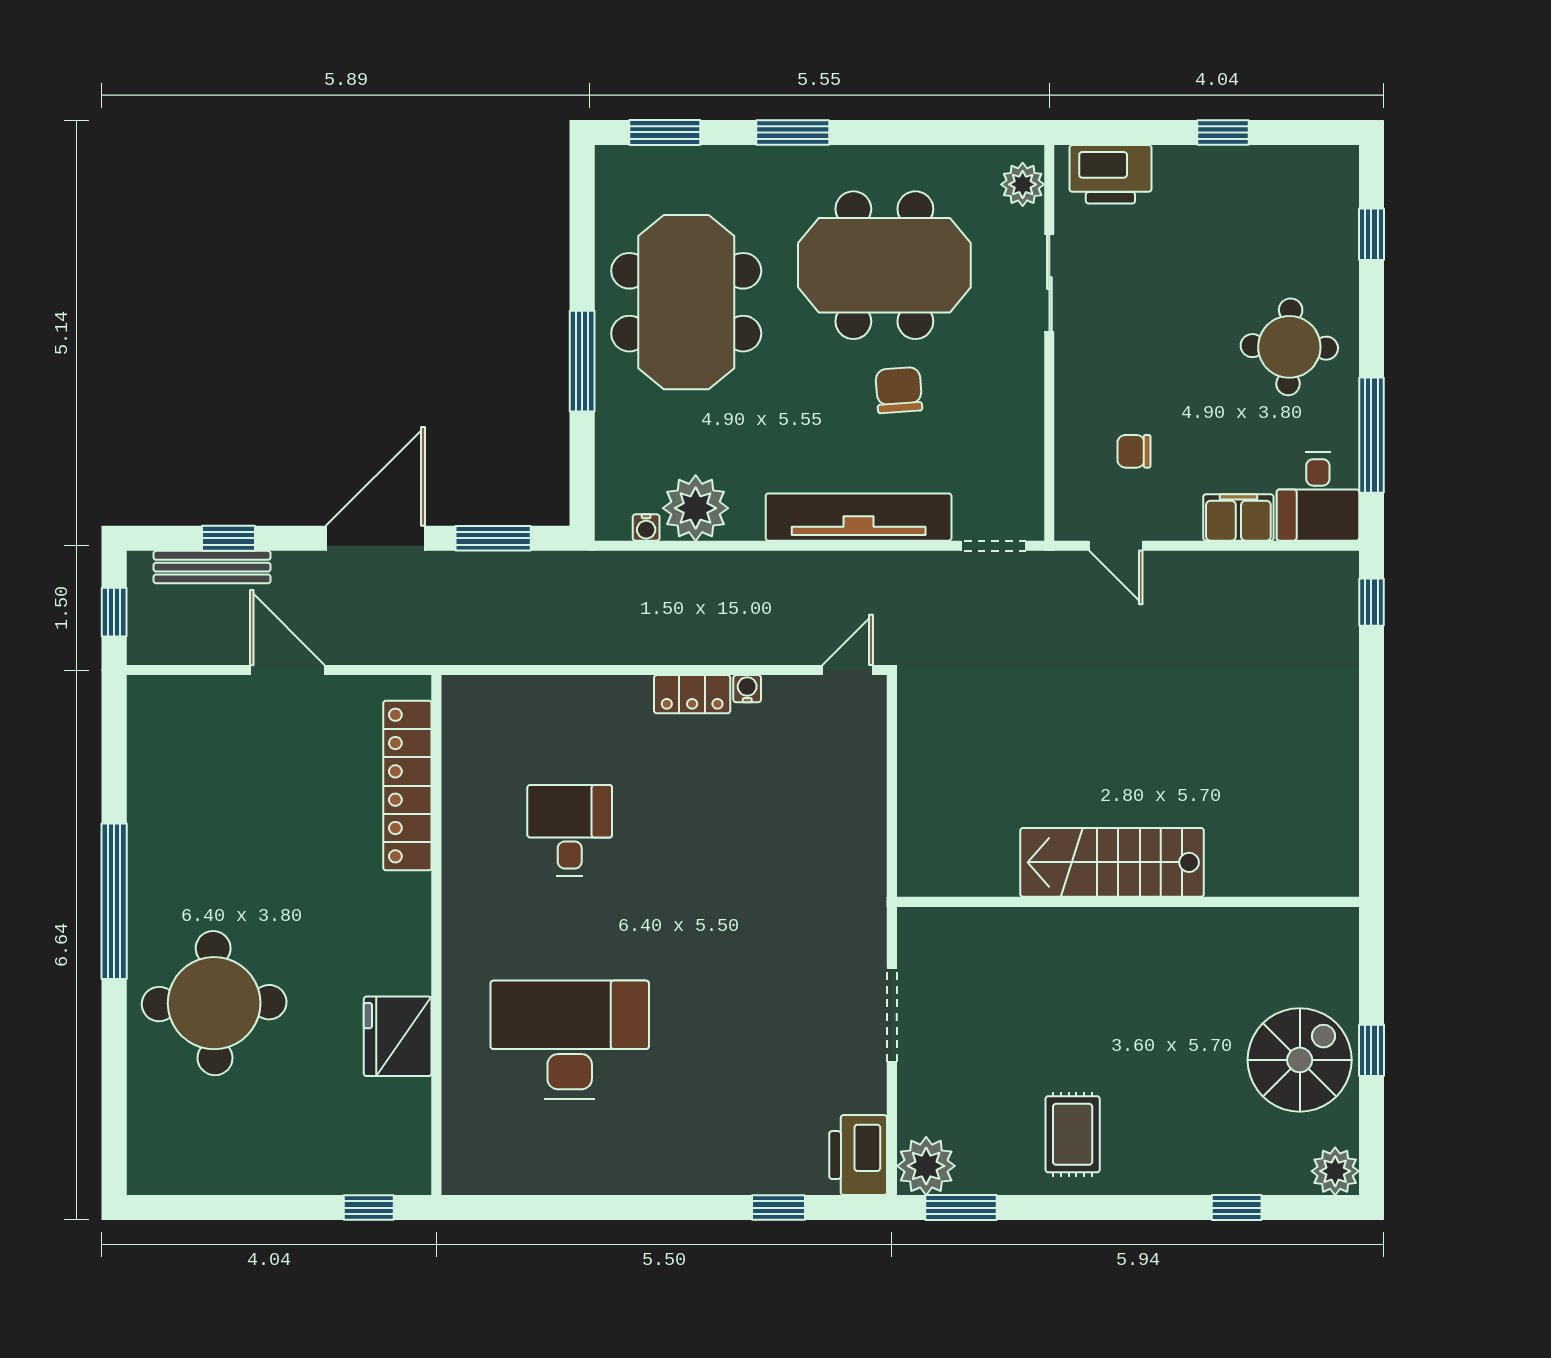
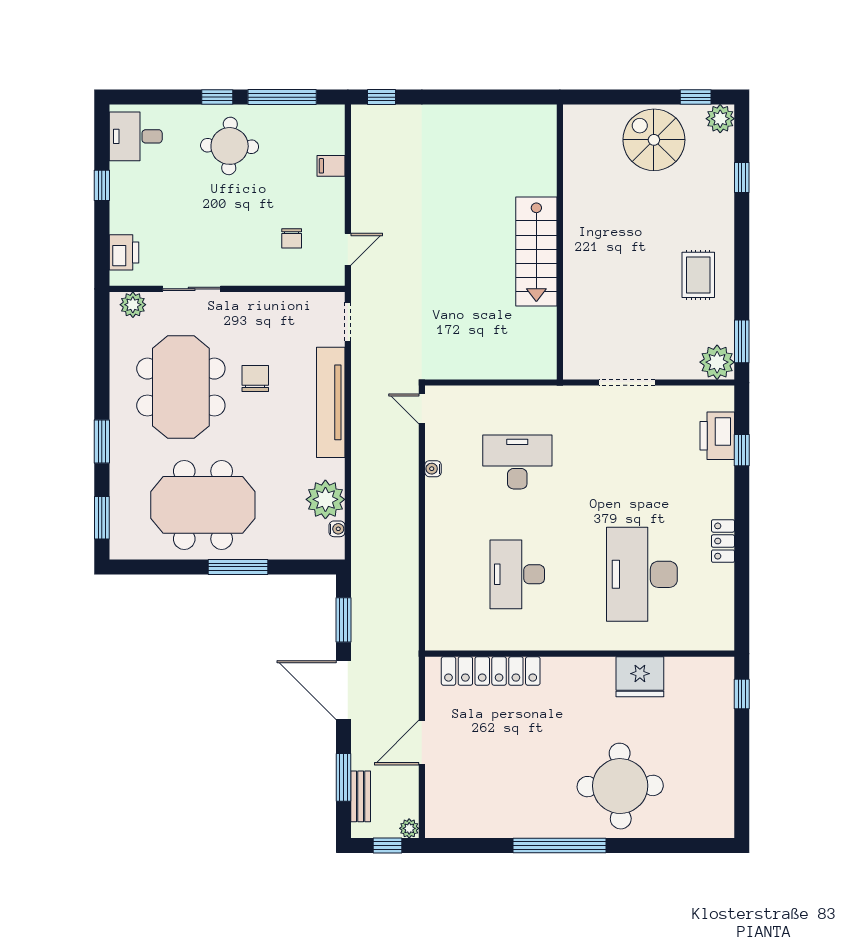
printer: (1110, 174) -> (124, 252), width x0.73, depth x0.84
window: (1371, 234) -> (217, 97), moved
chair: (899, 390) -> (255, 378), turned 94
desk: (1318, 496) -> (136, 136), moved, turned 180
filing cabinet: (1238, 517) -> (331, 166), width x0.50
window: (229, 538) -> (343, 777), width x1.50
bench: (212, 567) -> (361, 796), width x0.73
plant: (143, 649) -> (409, 828), added
locker: (692, 694) -> (723, 541), moved, turned 180
desk: (570, 830) -> (517, 574), width x1.37
desk: (759, 830) -> (517, 462), added
window: (1371, 1050) -> (696, 97), moved
rug: (1073, 1134) -> (698, 275), turned 90
printer: (858, 1155) -> (717, 436), moved, turned 90

